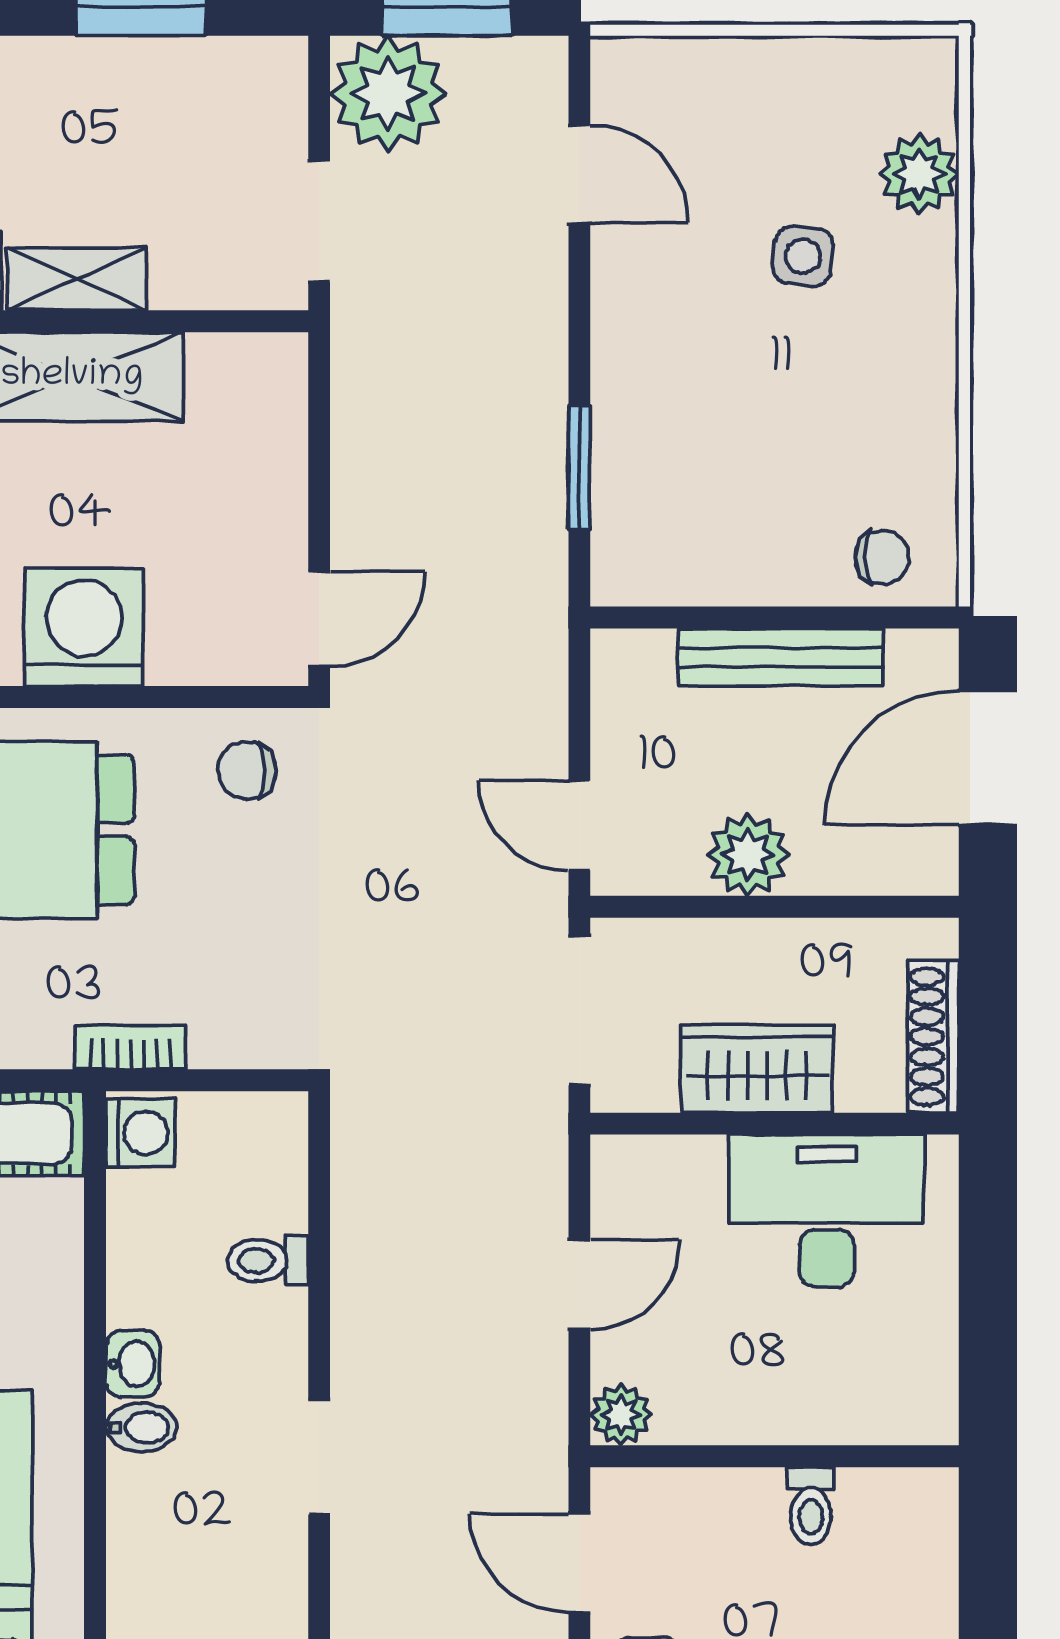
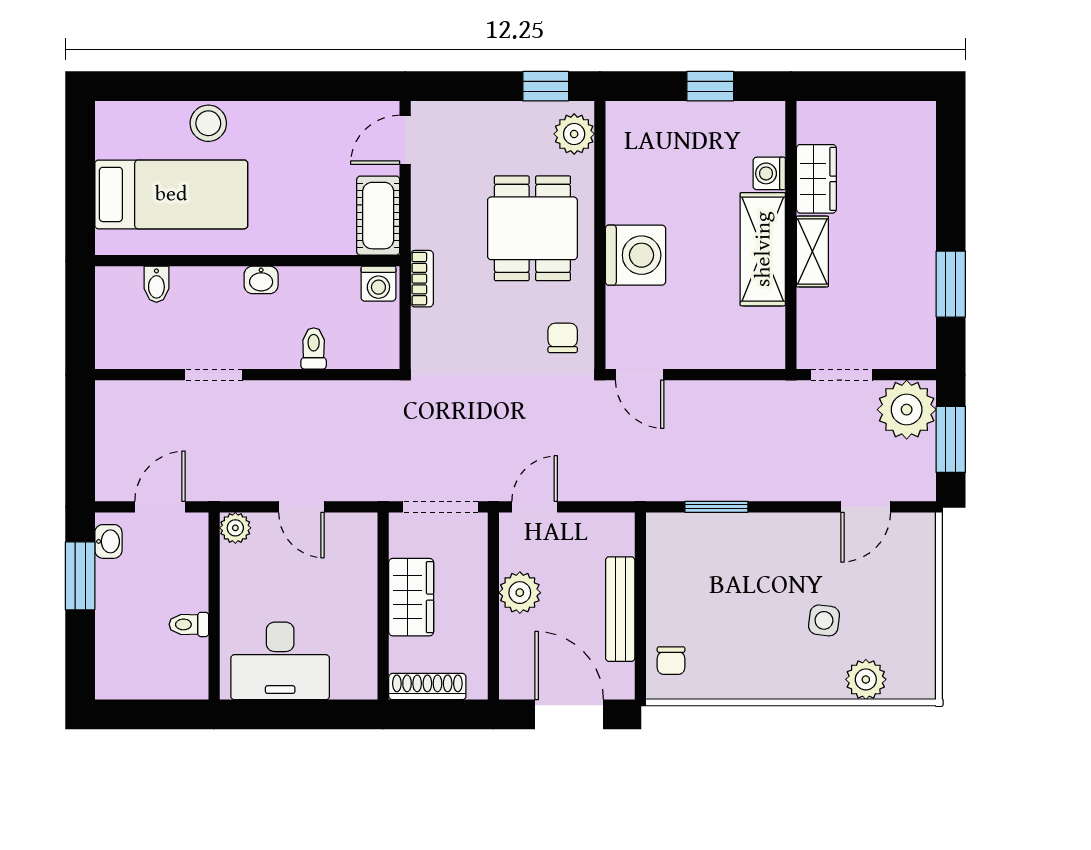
desk: (827, 1211) -> (280, 661), moved, turned 90
bidet: (142, 1427) -> (156, 284), moved

